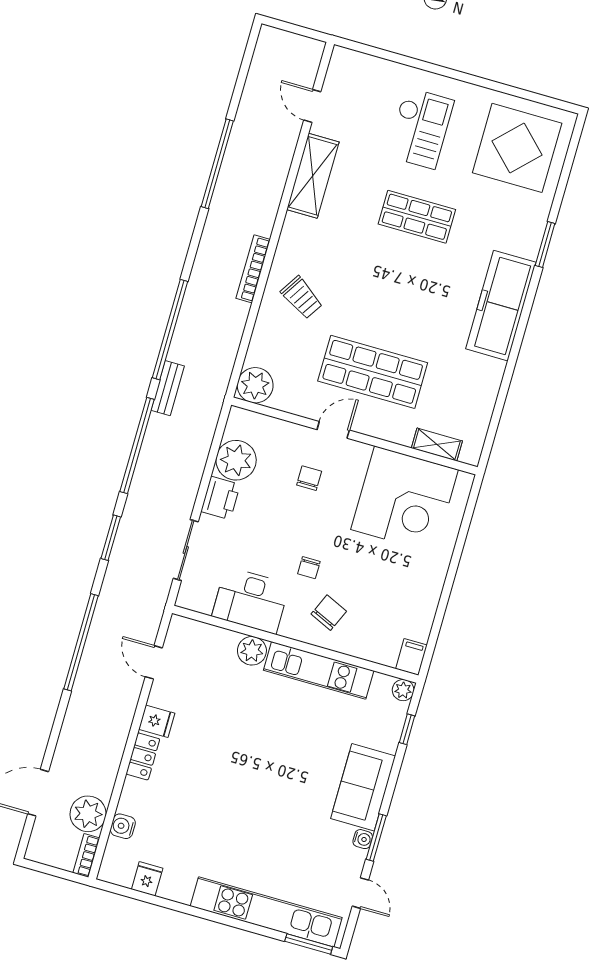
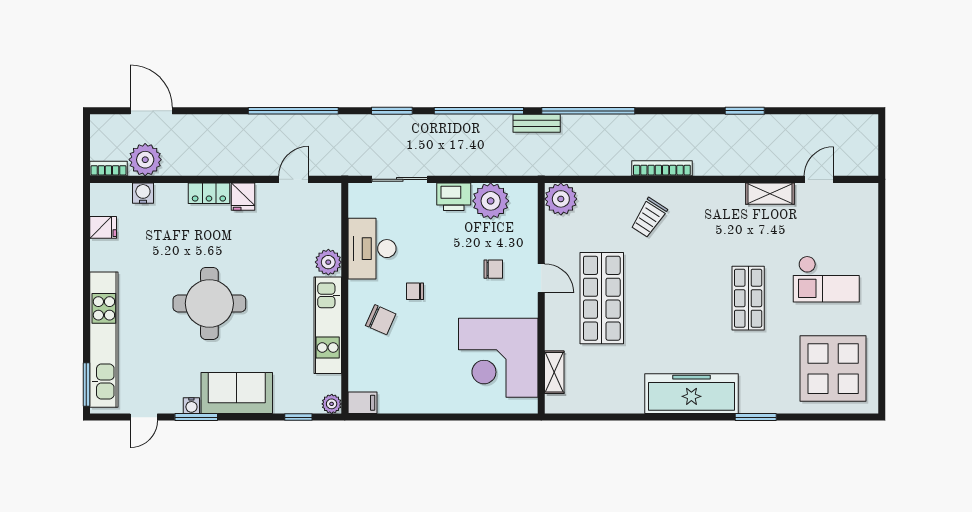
window: (217, 164) -> (745, 111), width x0.47
shelving: (313, 176) -> (770, 194), width x0.67, depth x0.75
round table: (260, 789) -> (209, 303), added

